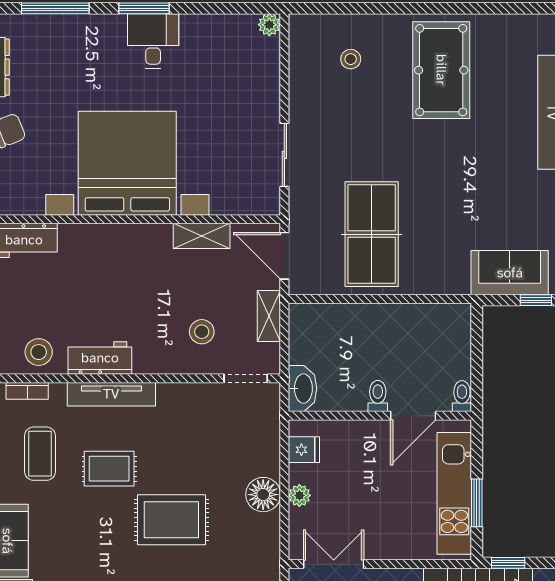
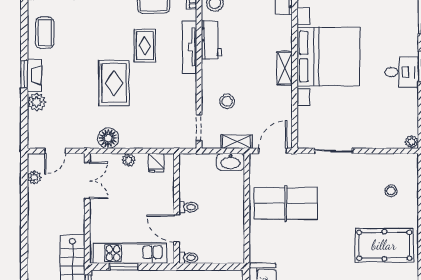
shelving: (202, 236) -> (285, 68), moved
washbasin: (303, 388) -> (230, 162), moved
floor lamp: (263, 495) -> (108, 138), moved

